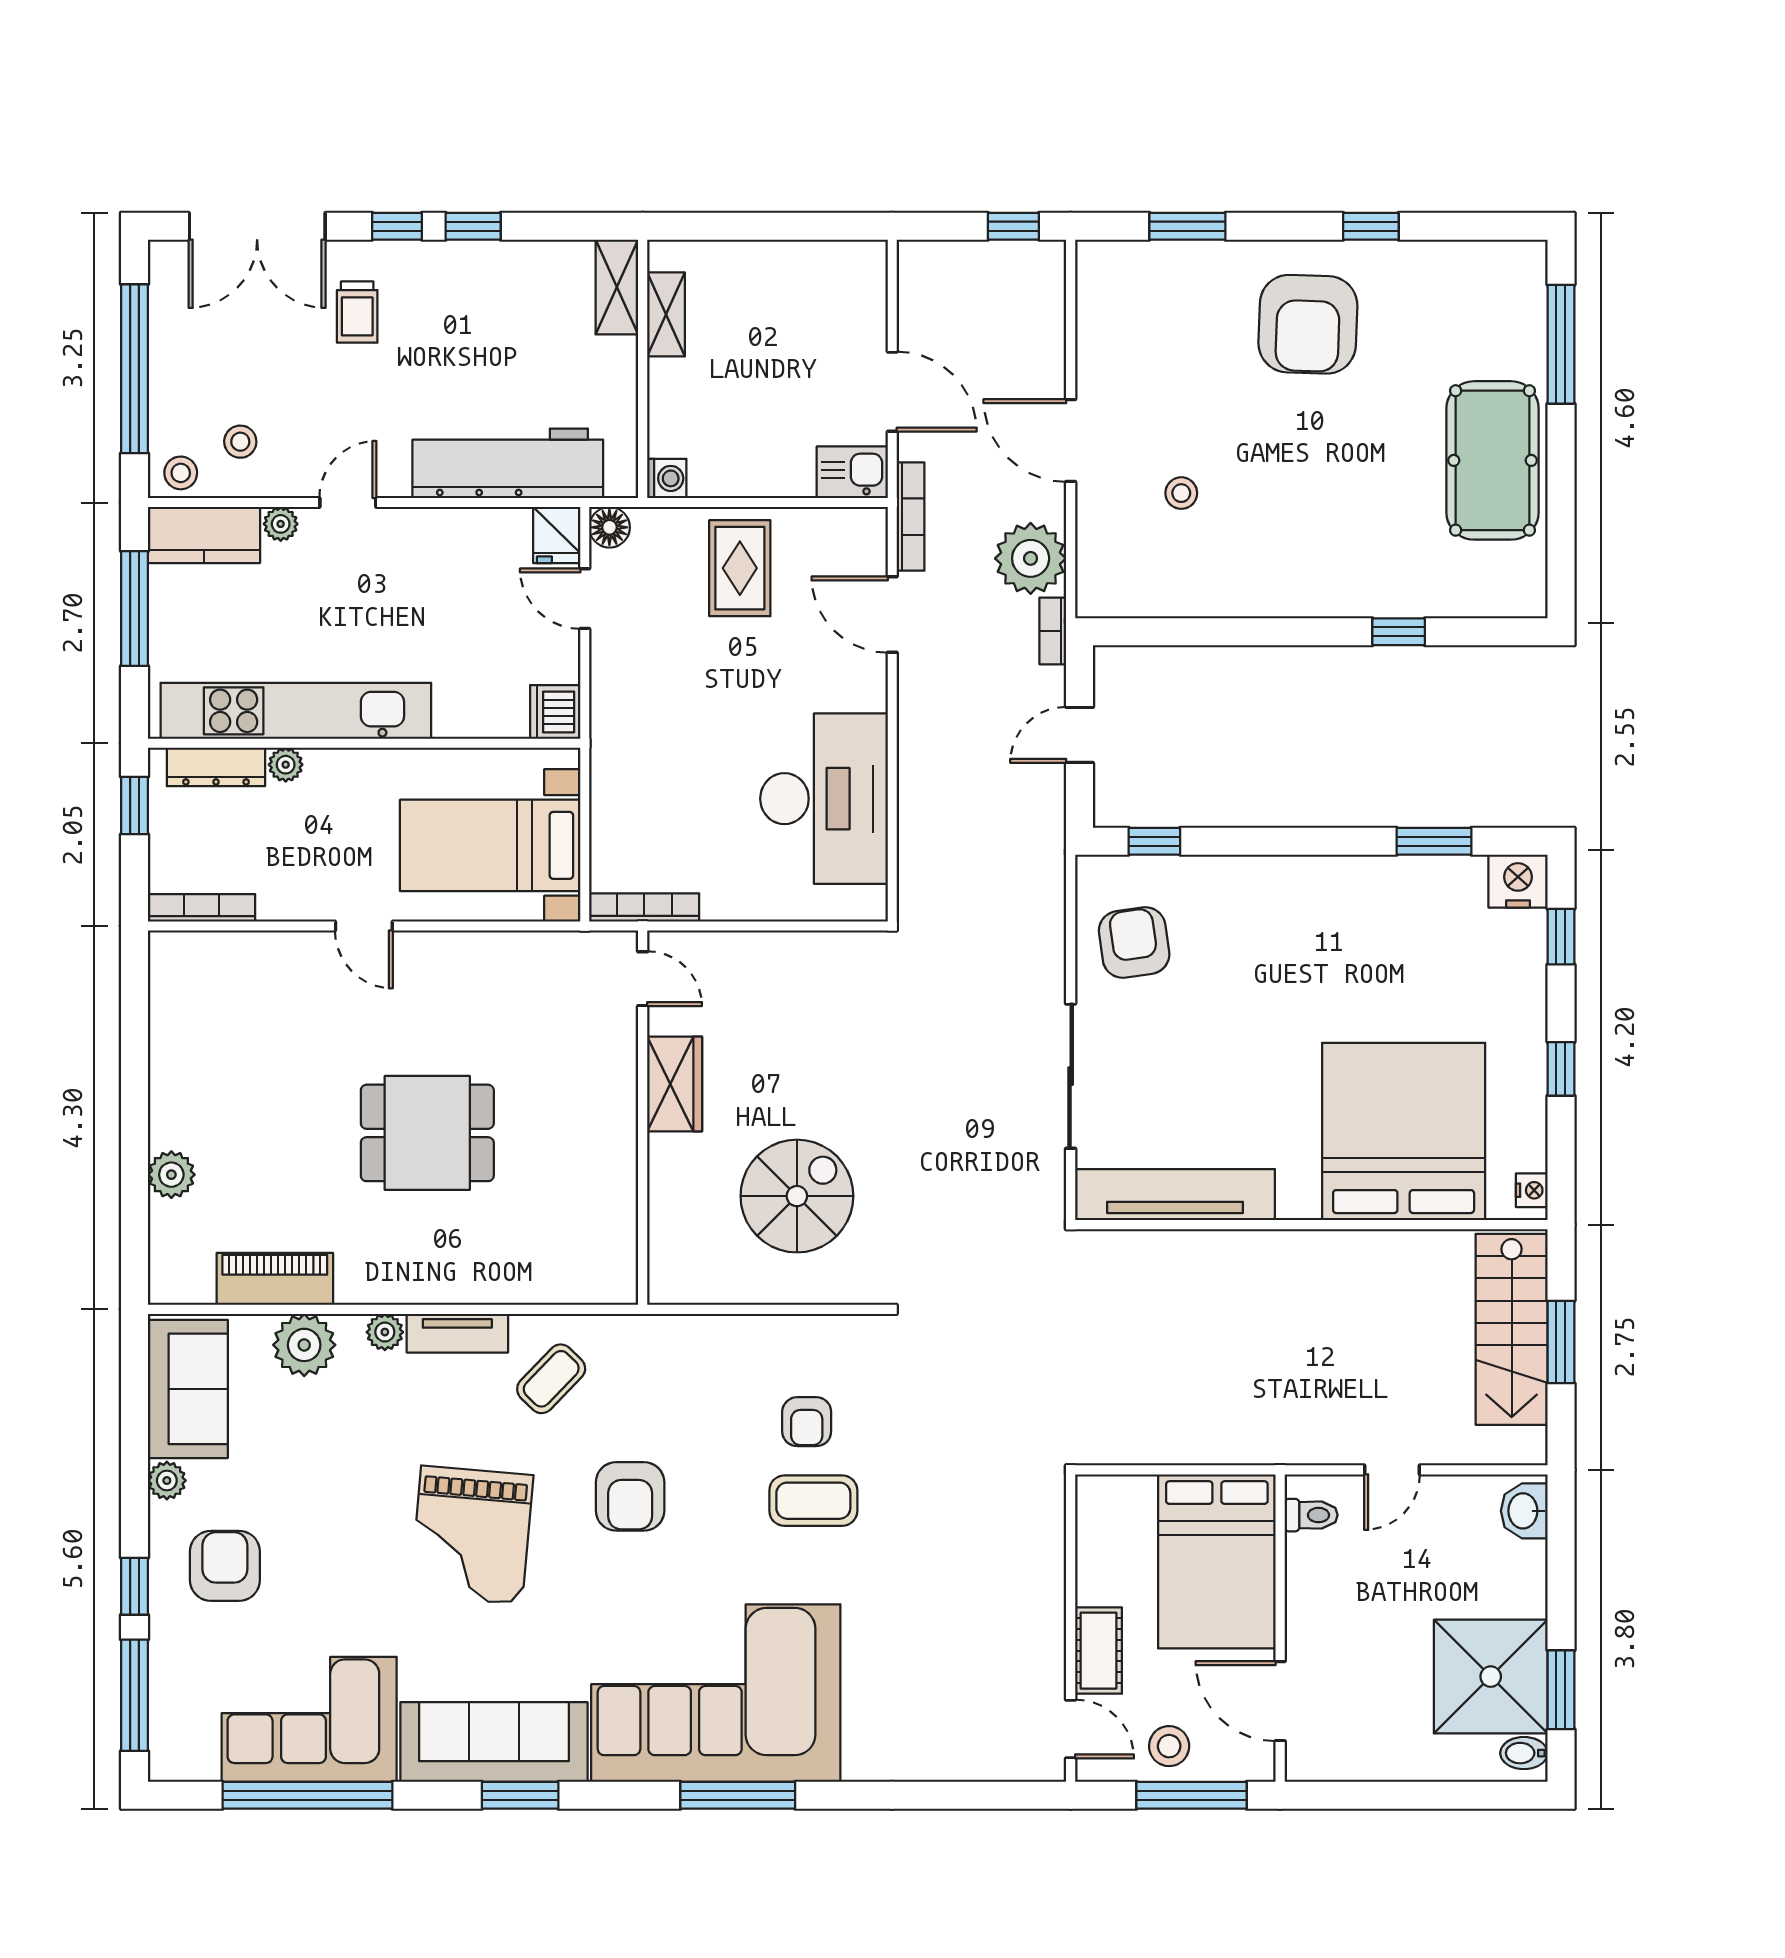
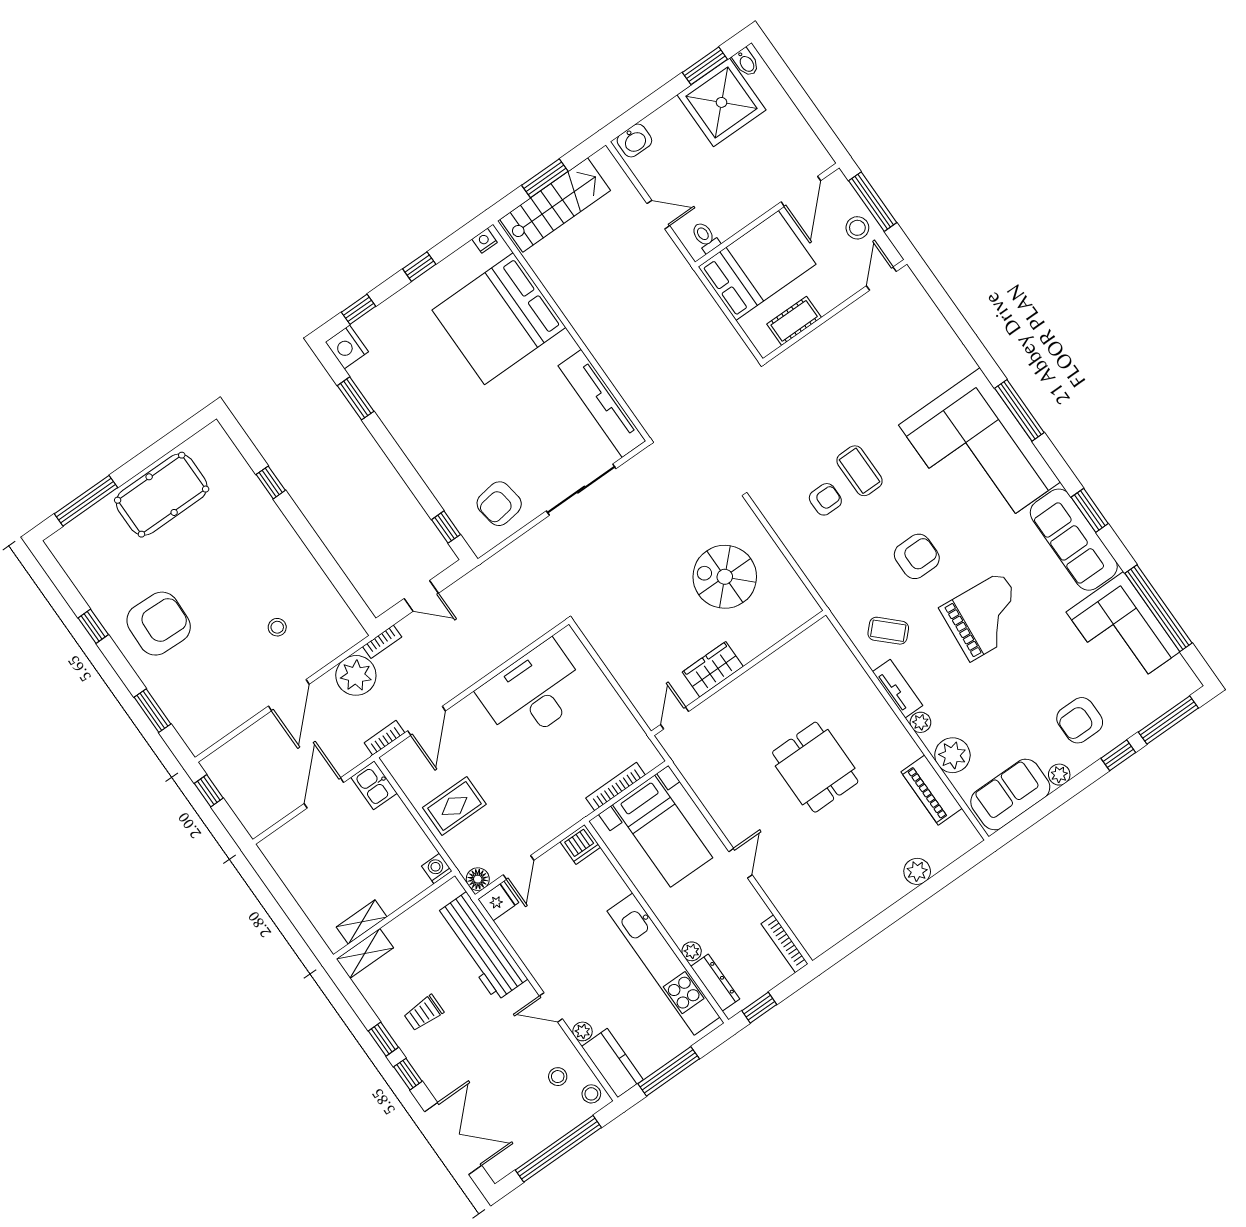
trolley: (357, 312) -> (424, 1013), moved, turned 180
bookcase: (911, 517) -> (384, 738), width x0.64
bookcase: (644, 907) -> (616, 787), moved, turned 90
cot: (1098, 1651) -> (794, 321), moved

